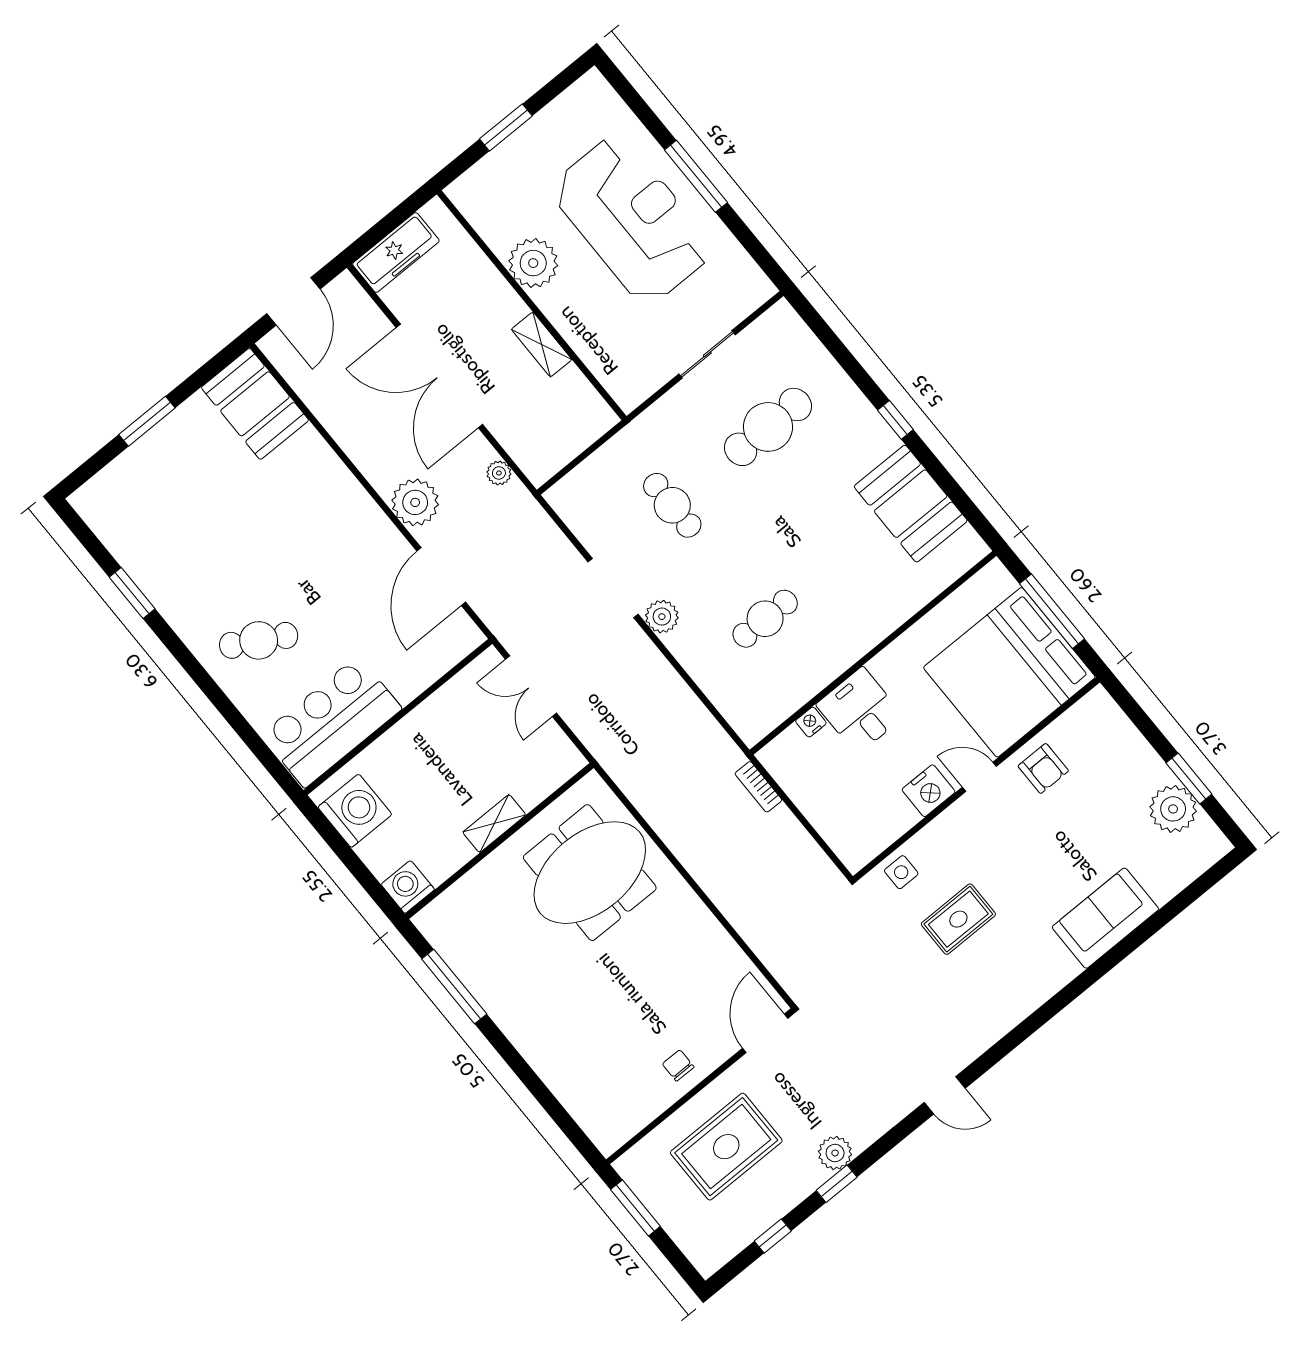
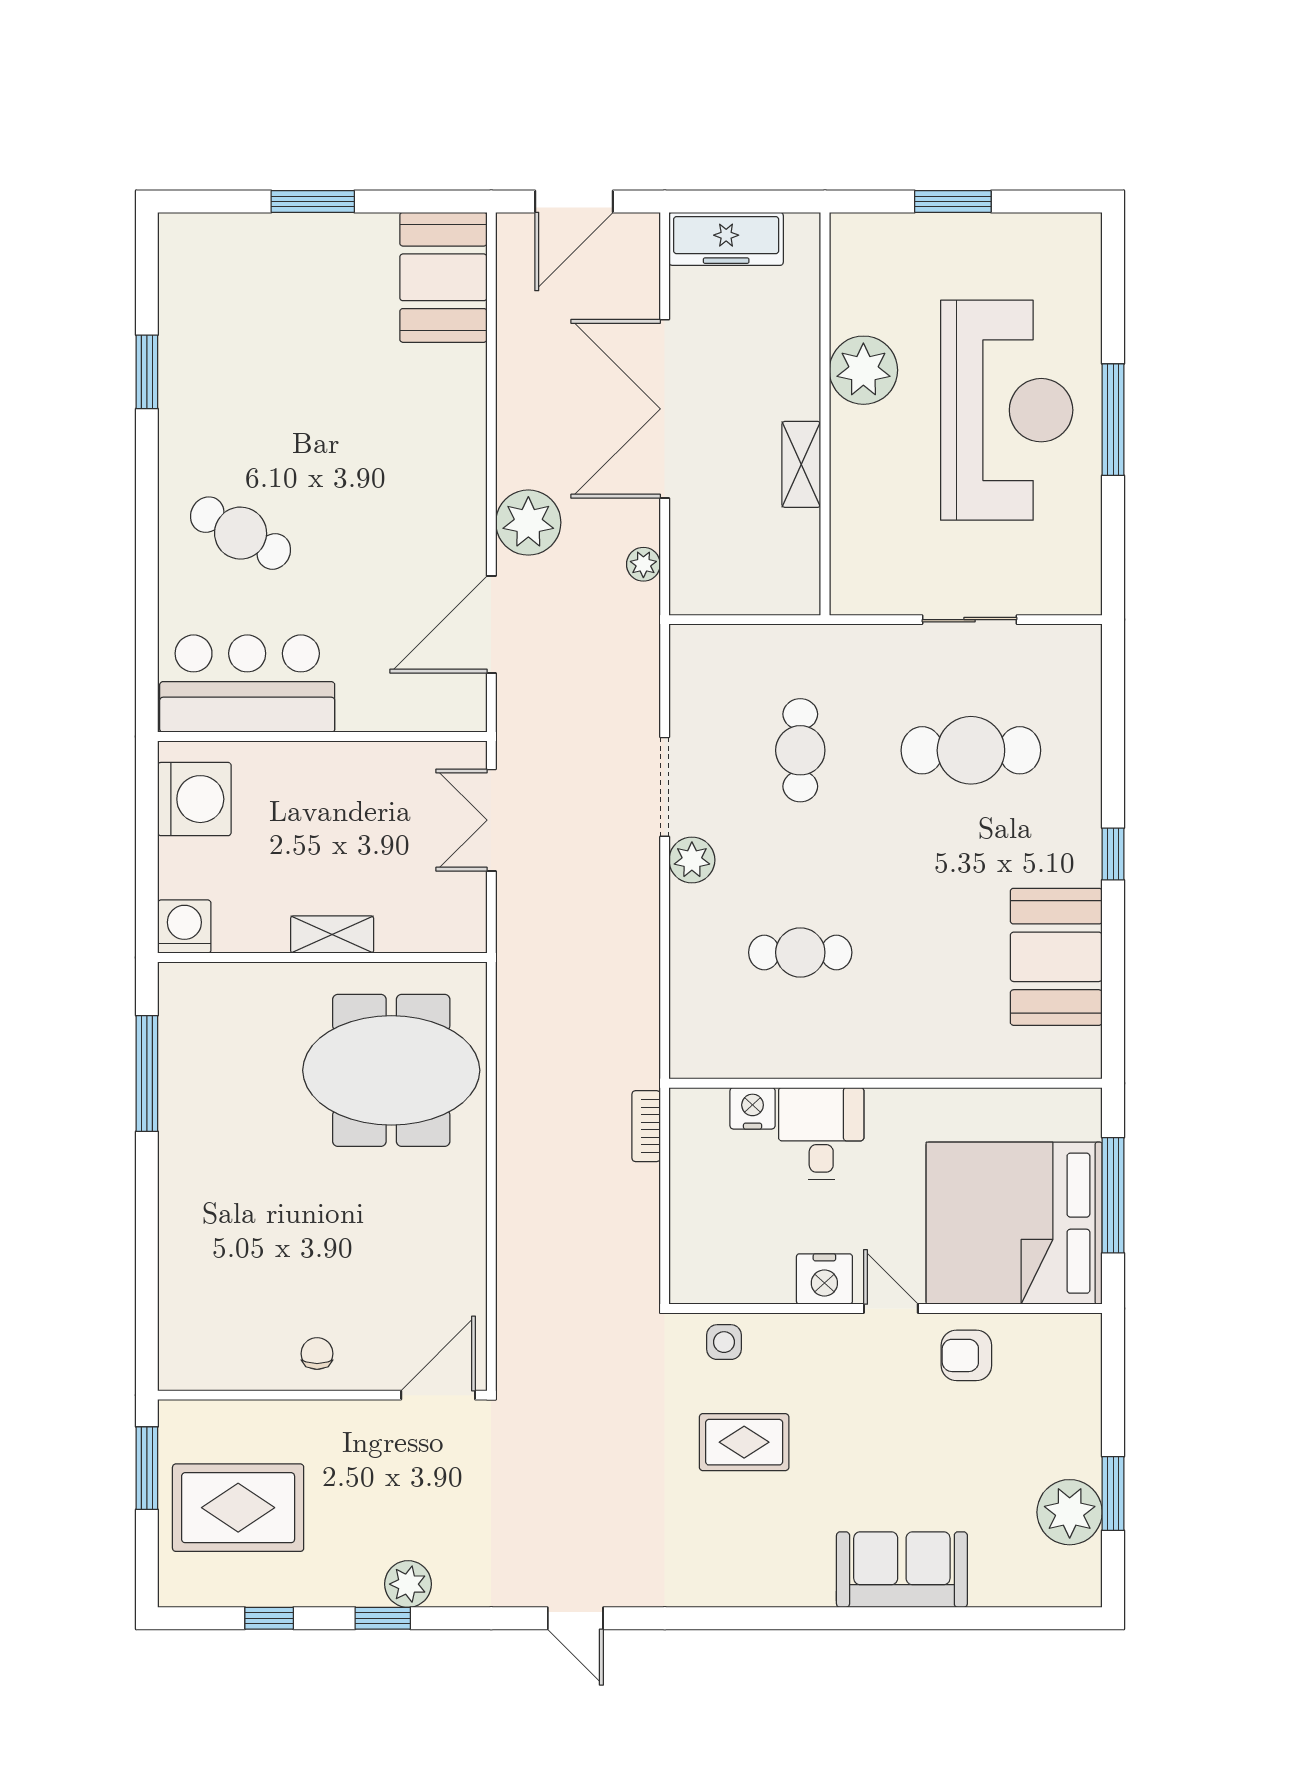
nightstand: (811, 722) -> (753, 1108), width x1.39, depth x1.35
armchair: (1043, 768) -> (966, 1355), turned 90
rug: (726, 1147) -> (238, 1508), moved

